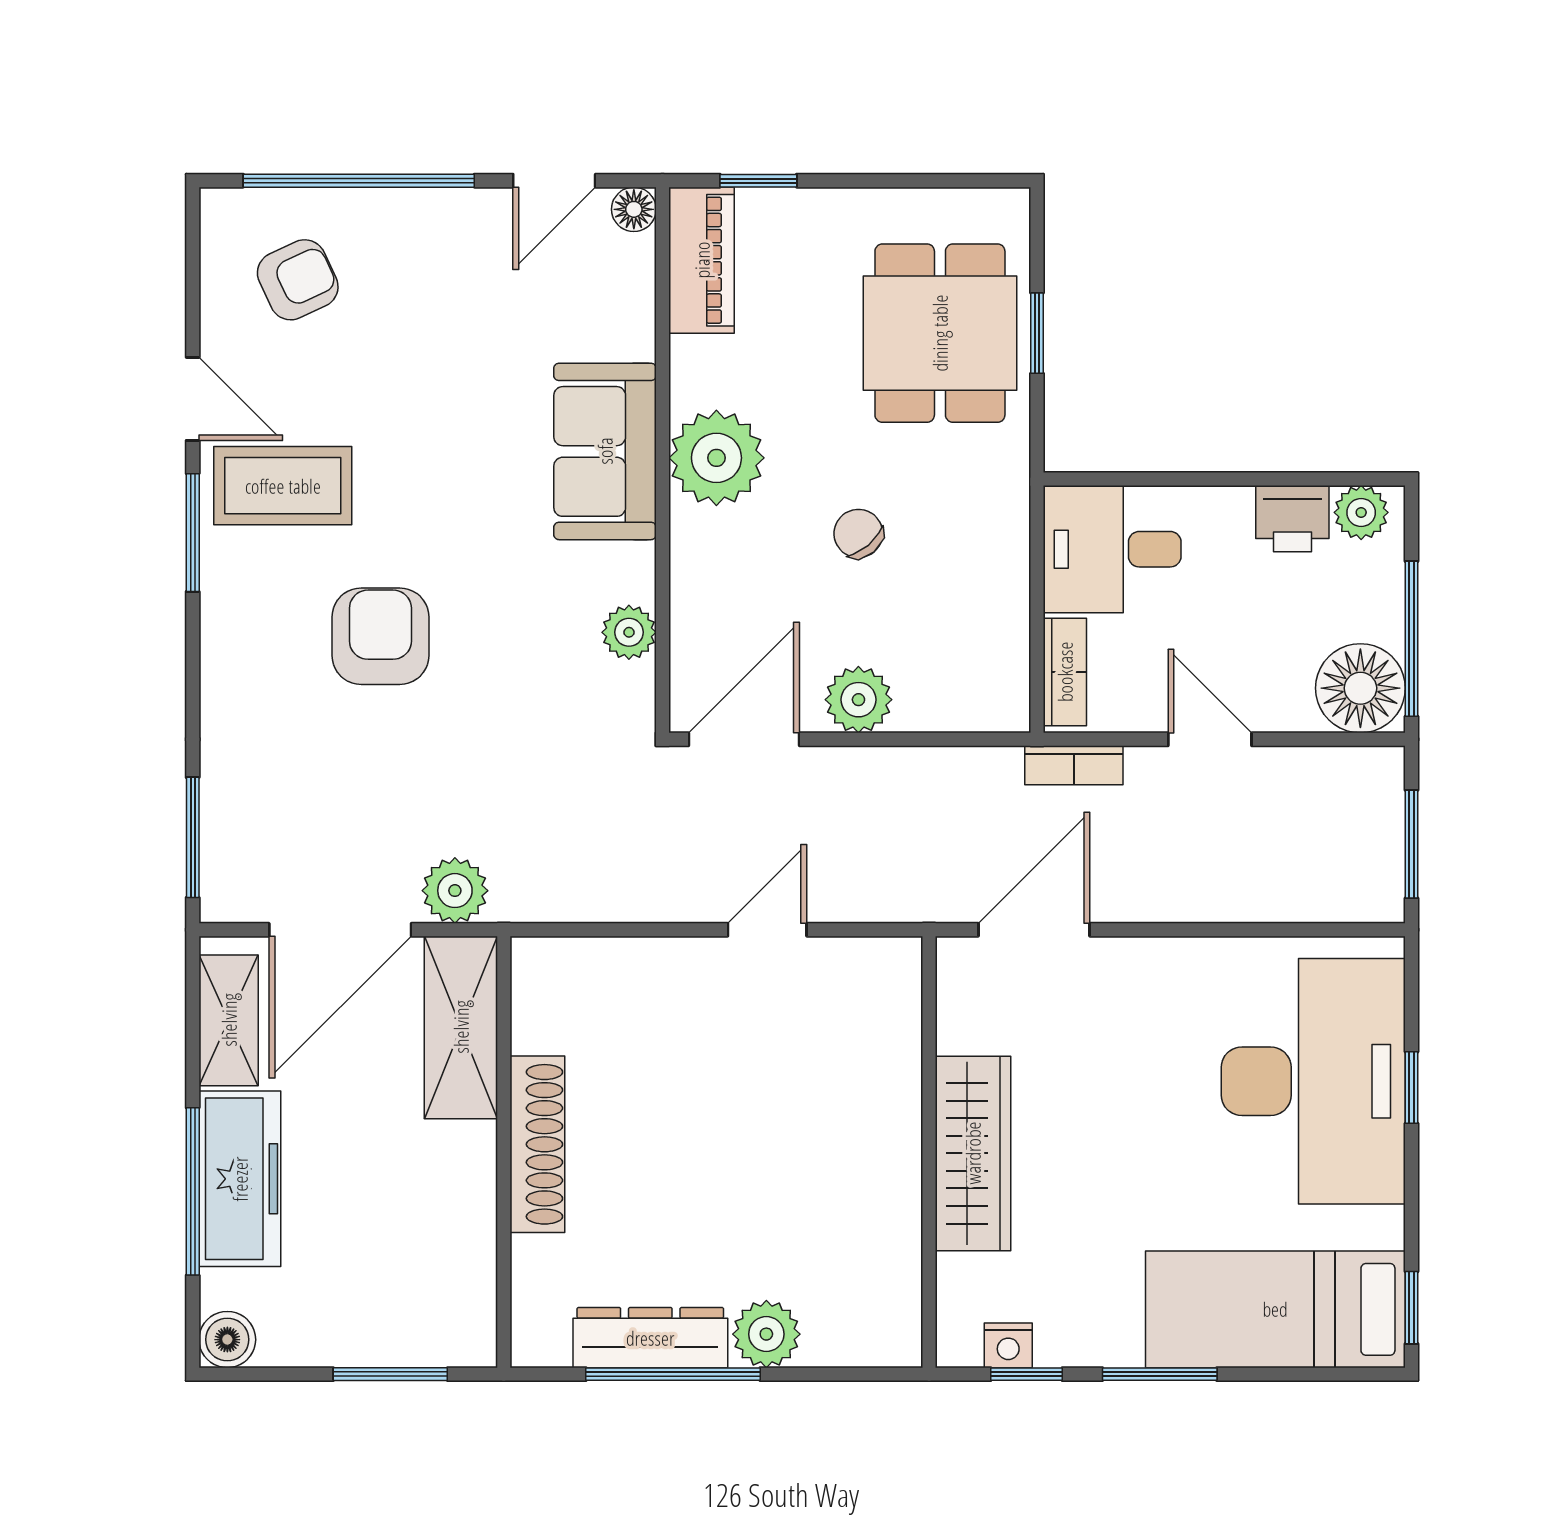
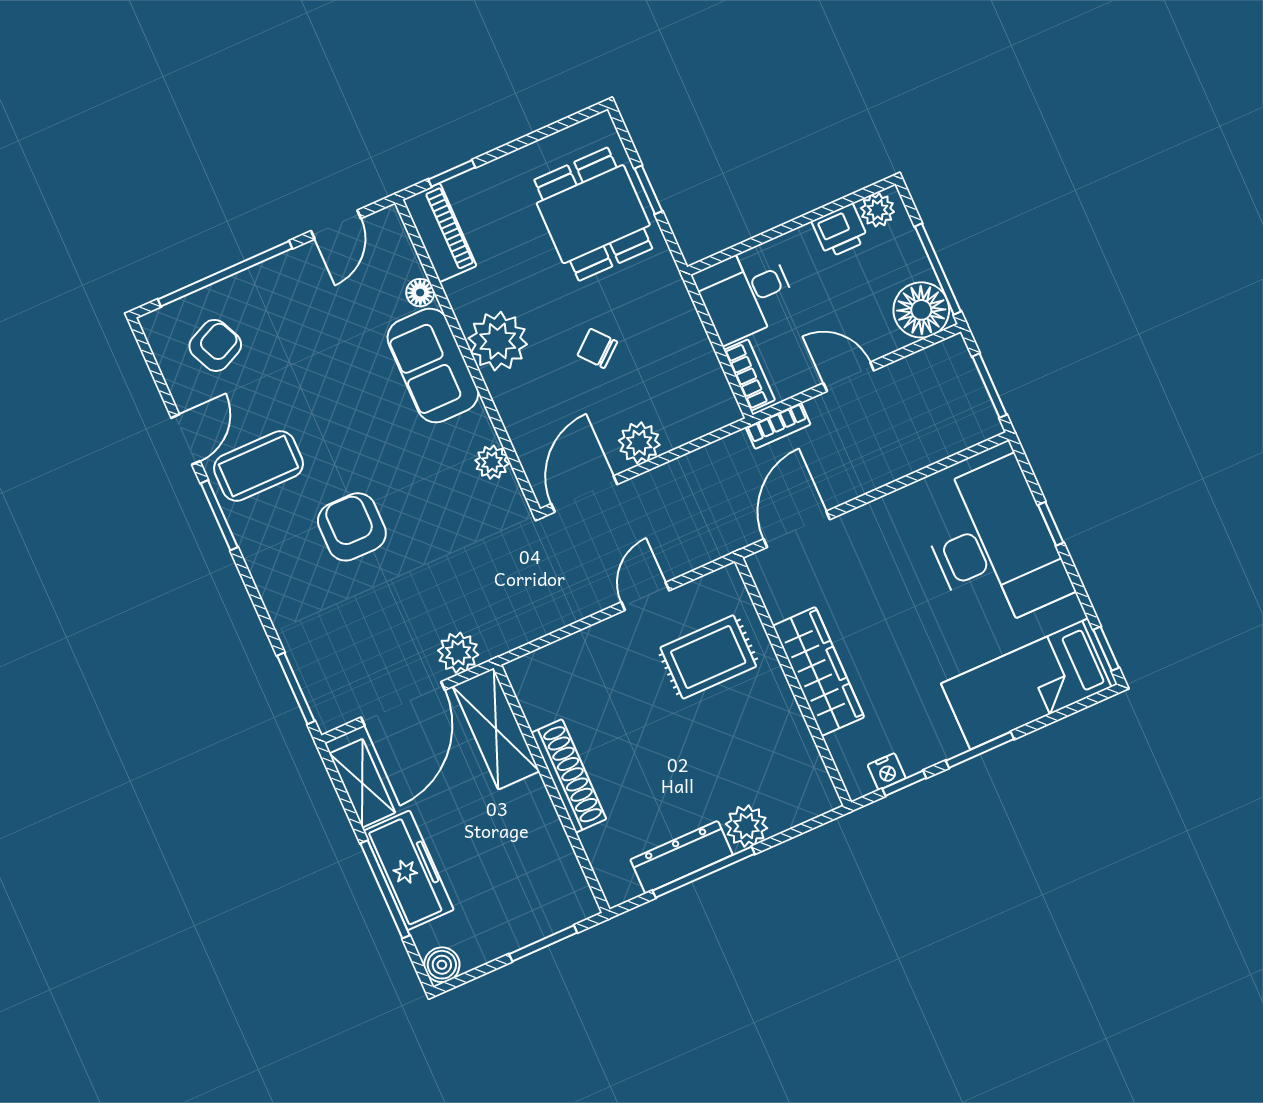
floor lamp: (634, 209) -> (420, 293), moved
door: (193, 399) -> (186, 439), hinge flipped
rug: (820, 1060) -> (708, 657), added

